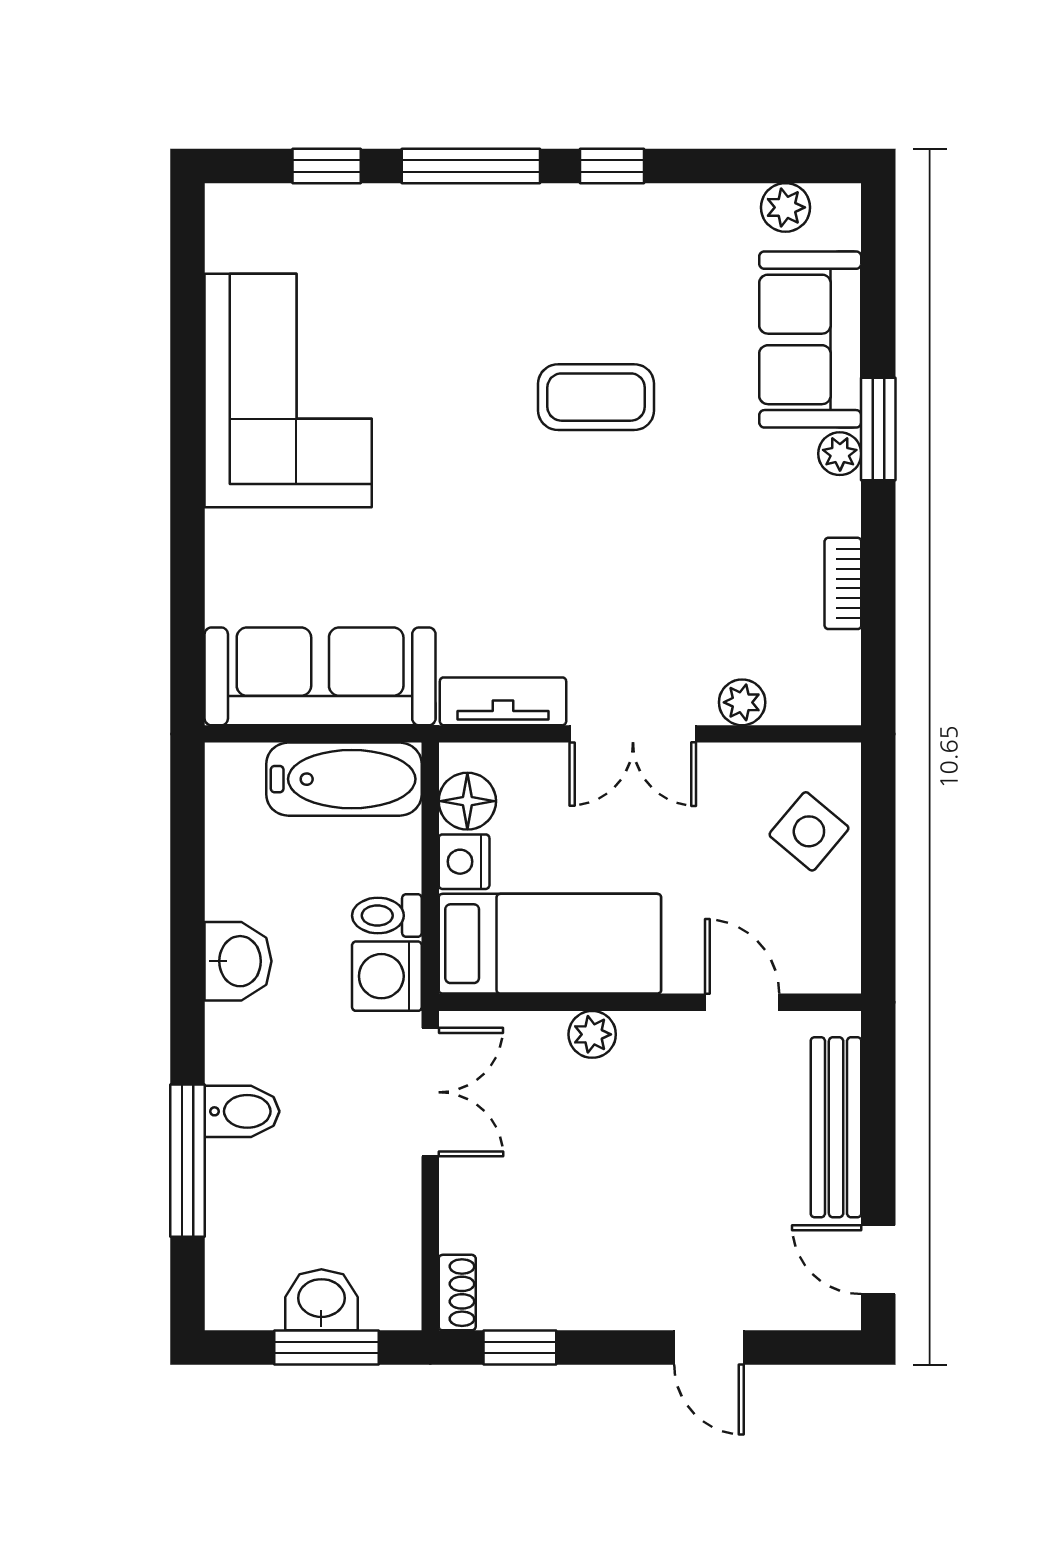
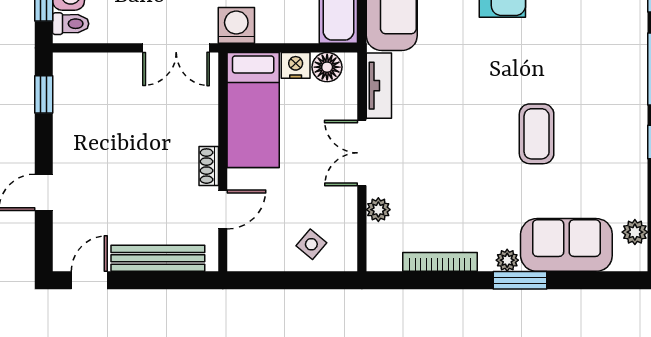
bookcase: (843, 583) -> (440, 262), width x1.56
side table: (809, 831) -> (311, 244), width x0.73, depth x0.73
toilet: (387, 916) -> (71, 24), moved, turned 90
plant: (592, 1034) -> (206, 132), removed
shoe rack: (457, 1293) -> (209, 166), moved, turned 90

